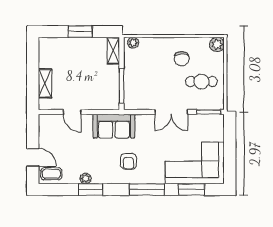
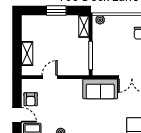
door: (72, 112) -> (50, 77), swing flipped
sofa: (114, 126) -> (100, 89), moved
armchair: (128, 161) -> (31, 99), moved

